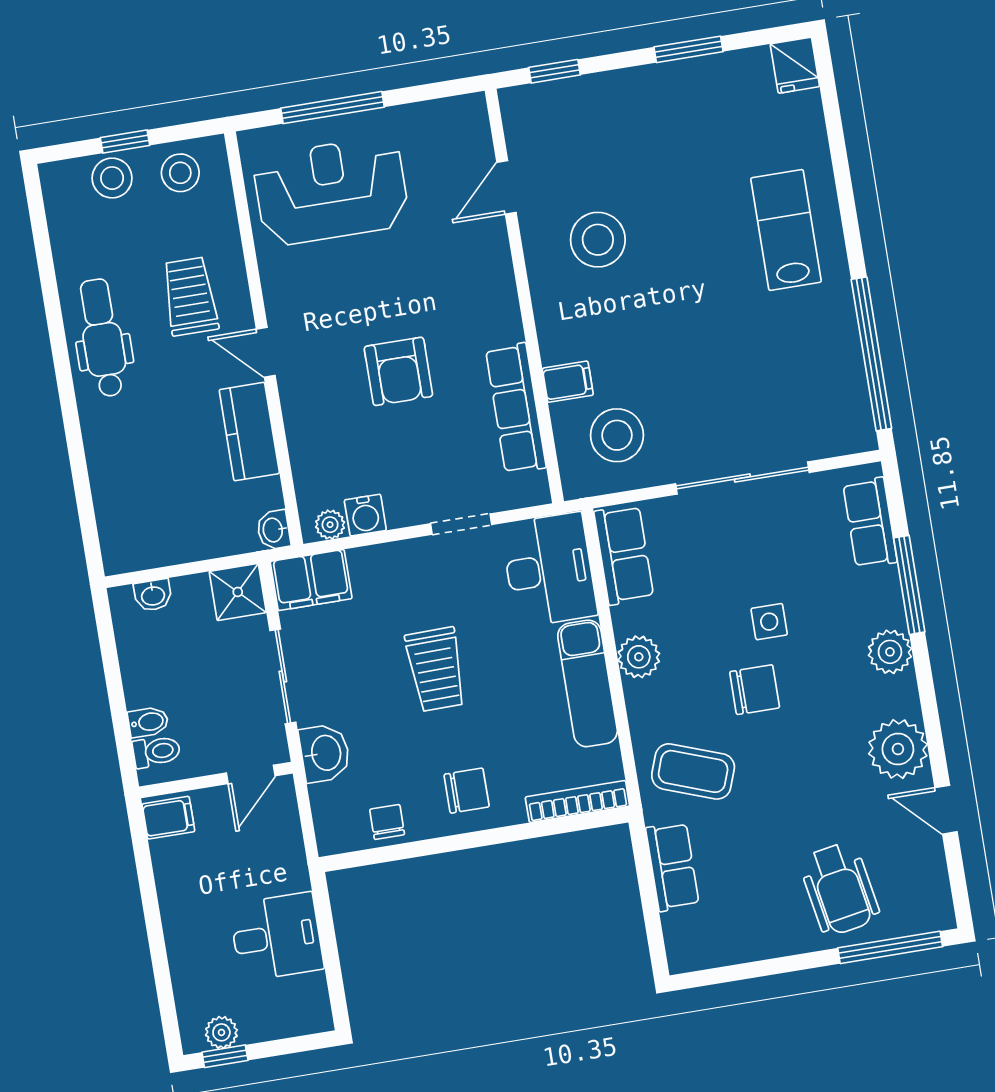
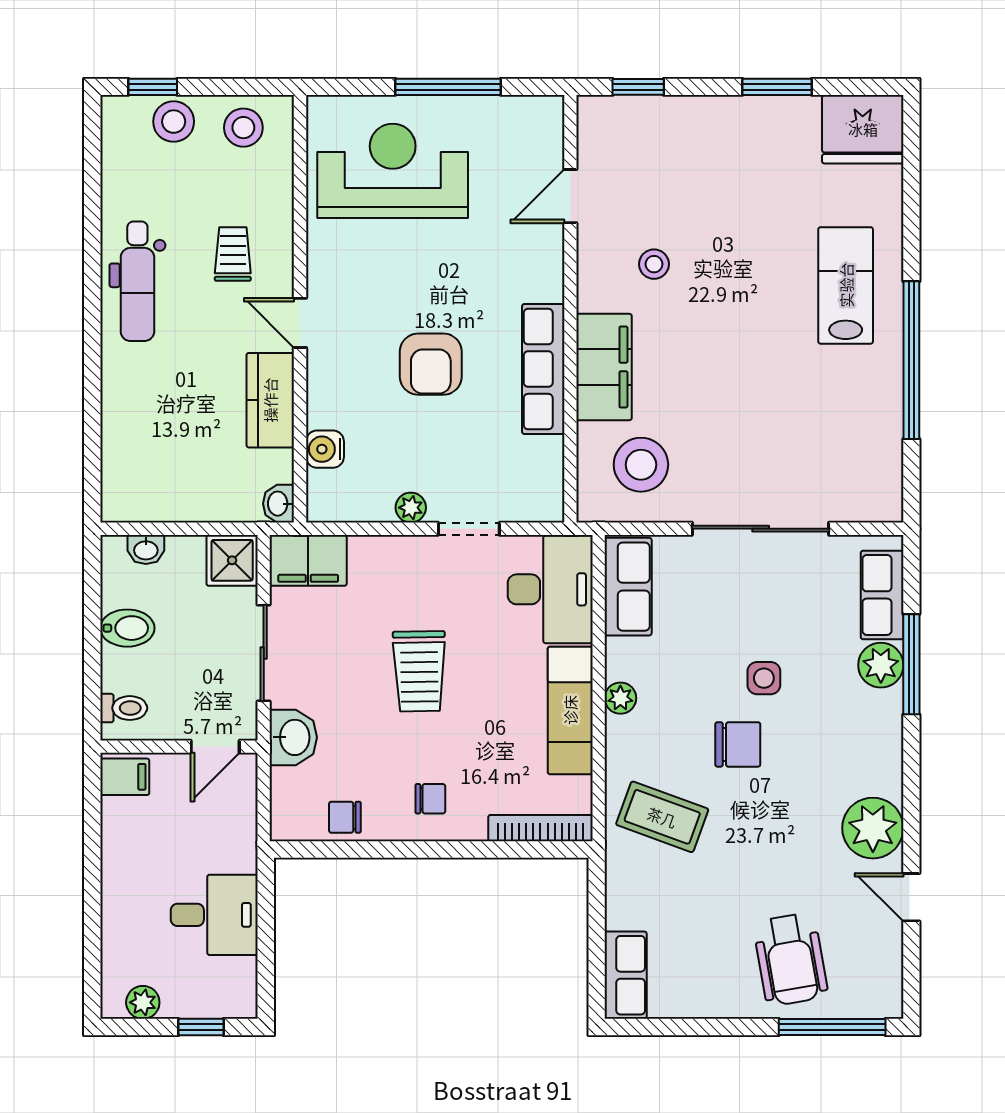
fridge: (795, 65) -> (863, 129), width x1.88, depth x1.34
window: (332, 108) -> (448, 87), moved
window: (125, 142) -> (153, 87), moved
stool: (598, 240) -> (654, 264), width x0.53, depth x0.53
trolley: (190, 296) -> (233, 254), width x0.73, depth x0.72
dental chair: (102, 338) -> (137, 281), turned 180
window: (871, 354) -> (911, 360), moved
filing cabinet: (568, 382) -> (604, 367), width x3.00, depth x1.17
row of seats: (516, 408) -> (543, 369), moved
water cooler: (365, 515) -> (325, 449), moved, turned 90
plant: (330, 525) -> (411, 508), moved
plant: (890, 652) -> (881, 665), moved
plant: (639, 657) -> (620, 698), width x0.73, depth x0.73
bidet: (148, 722) -> (127, 628), moved, width x1.38, depth x1.36
chair: (467, 791) -> (430, 799), width x0.73, depth x0.73
chair: (387, 822) -> (345, 817), turned -90
row of seats: (672, 867) -> (626, 975), moved
window: (225, 1056) -> (201, 1027), moved

